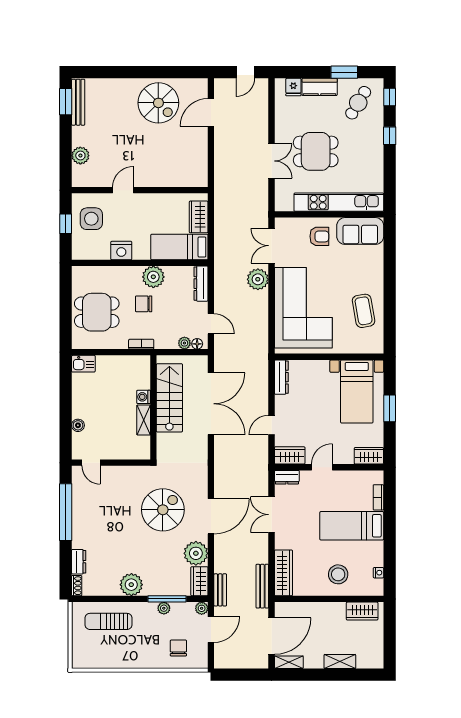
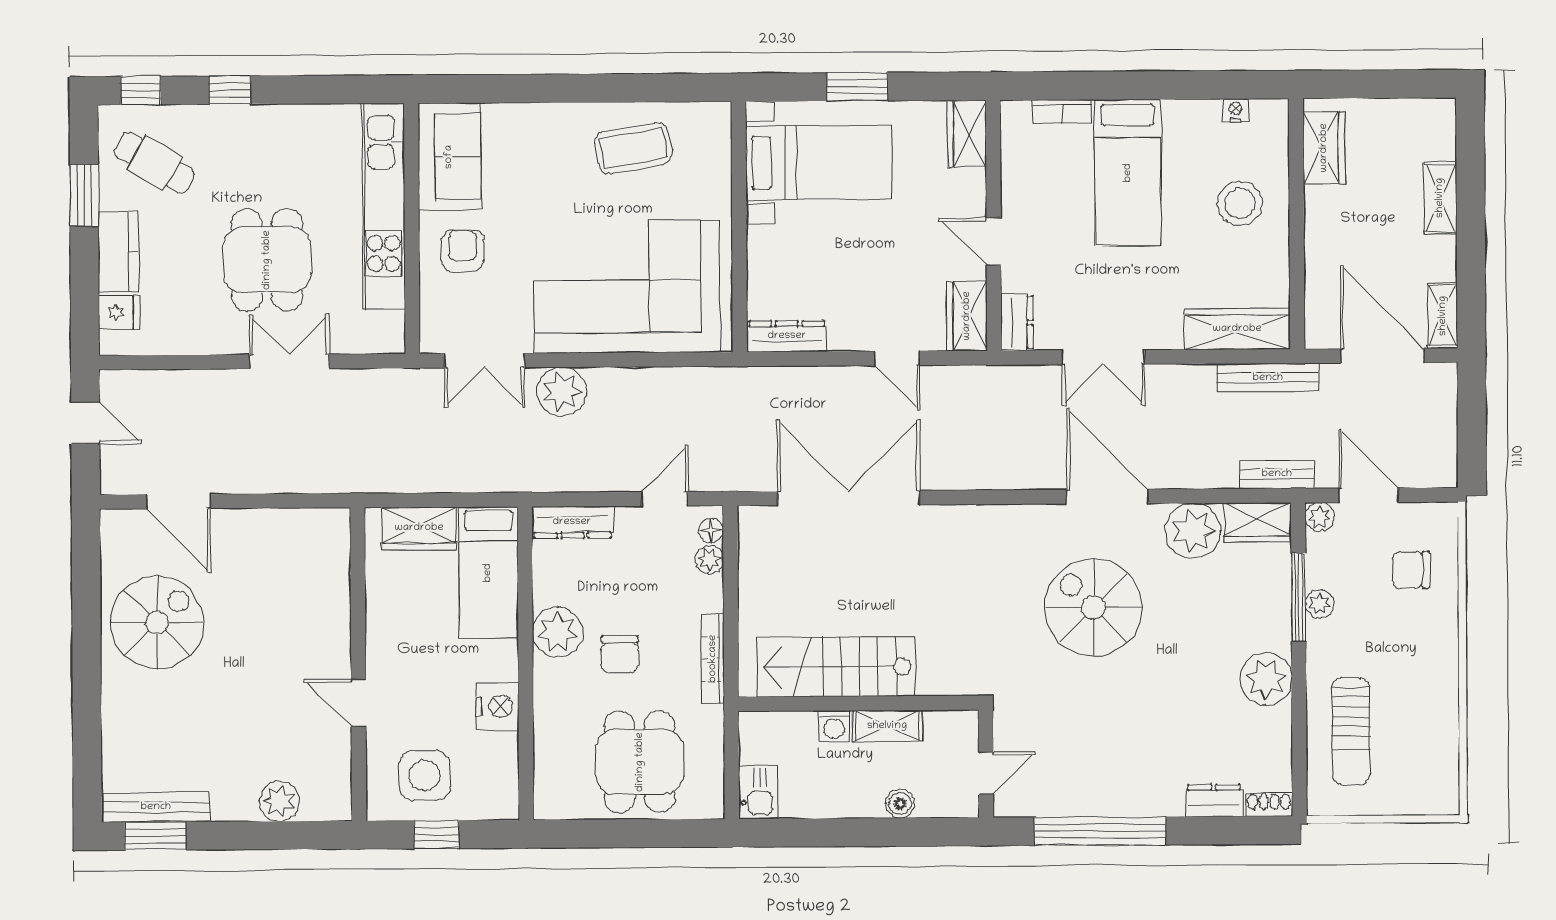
bookcase: (141, 344) -> (713, 659), width x1.56
washing machine: (144, 397) -> (834, 726), moved
stairs: (169, 398) -> (836, 667), moved
wall: (153, 407) -> (858, 703), moved
shelving: (144, 420) -> (887, 726), moved

